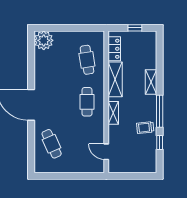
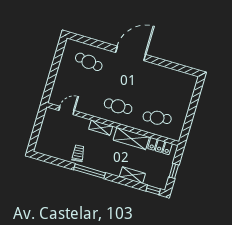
plant: (44, 40) -> (187, 83), removed
shelving: (151, 82) -> (132, 175), moved
window: (160, 142) -> (153, 190), moved
cafe table: (52, 144) -> (89, 62), turned 33

